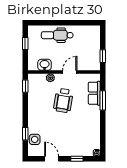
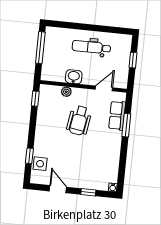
dental chair: (57, 35) -> (91, 47), moved
window: (25, 44) -> (40, 48), width x2.17
window: (103, 56) -> (133, 60), moved
washbasin: (45, 65) -> (74, 77), moved
door: (70, 72) -> (104, 88), moved

